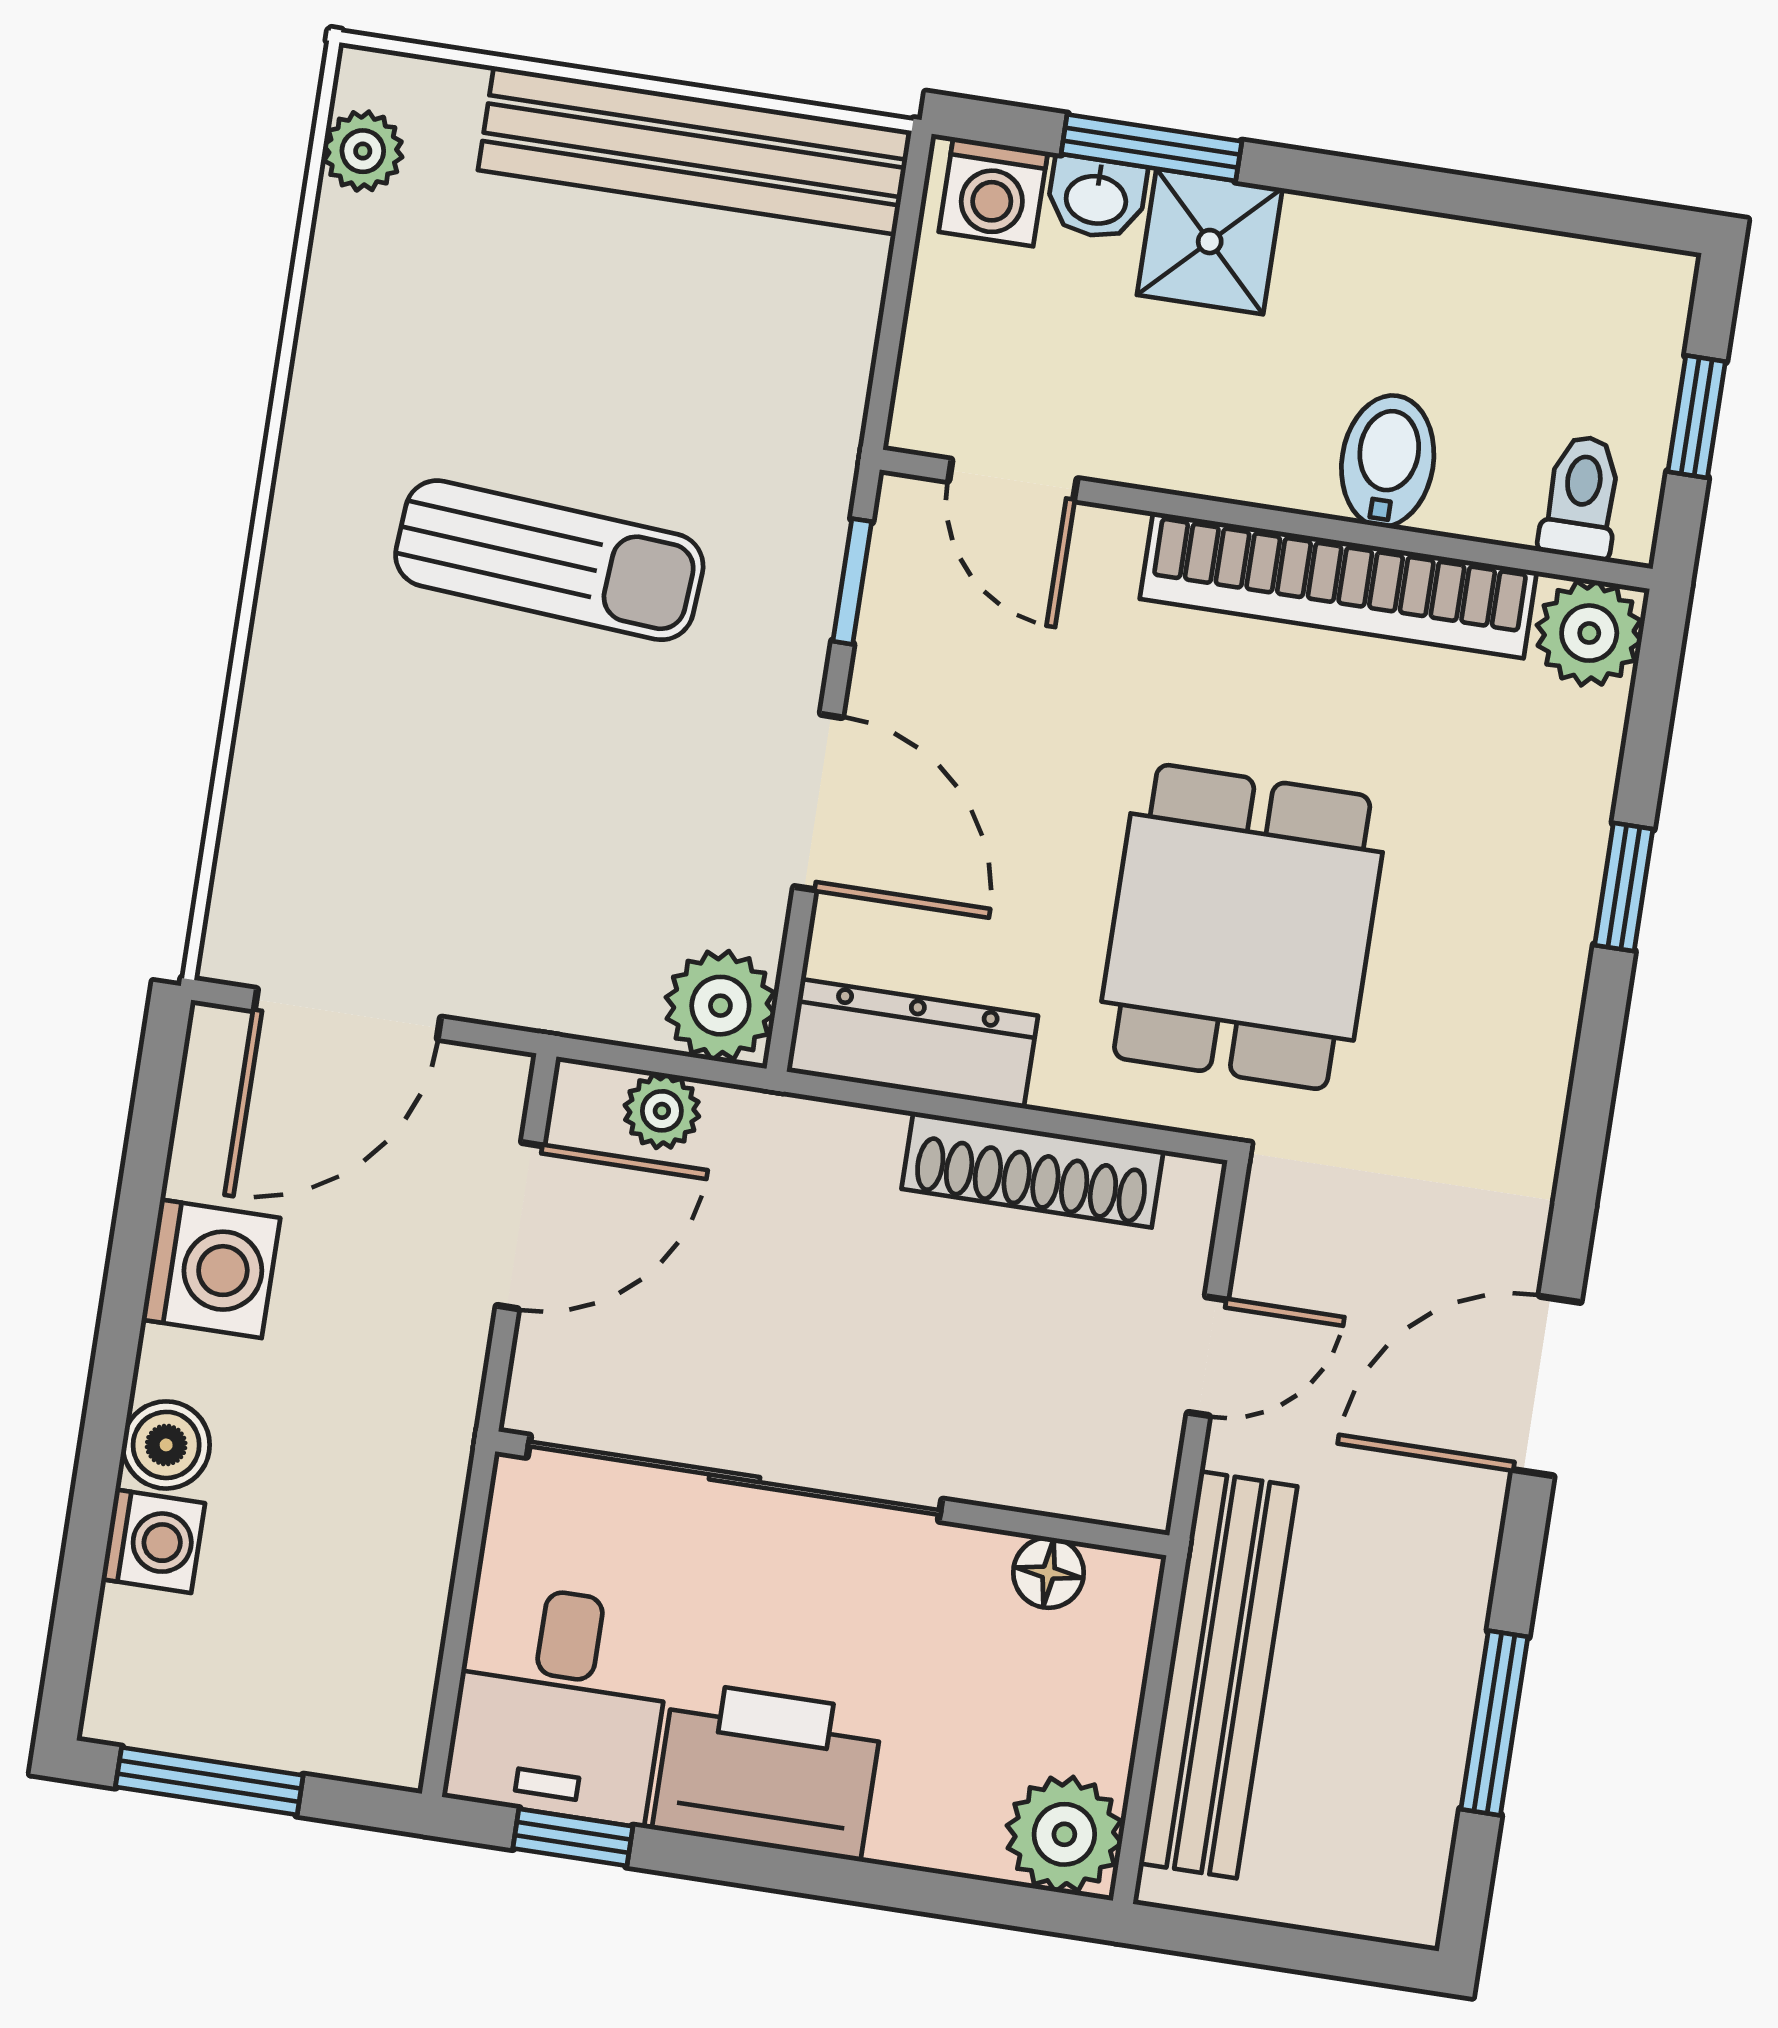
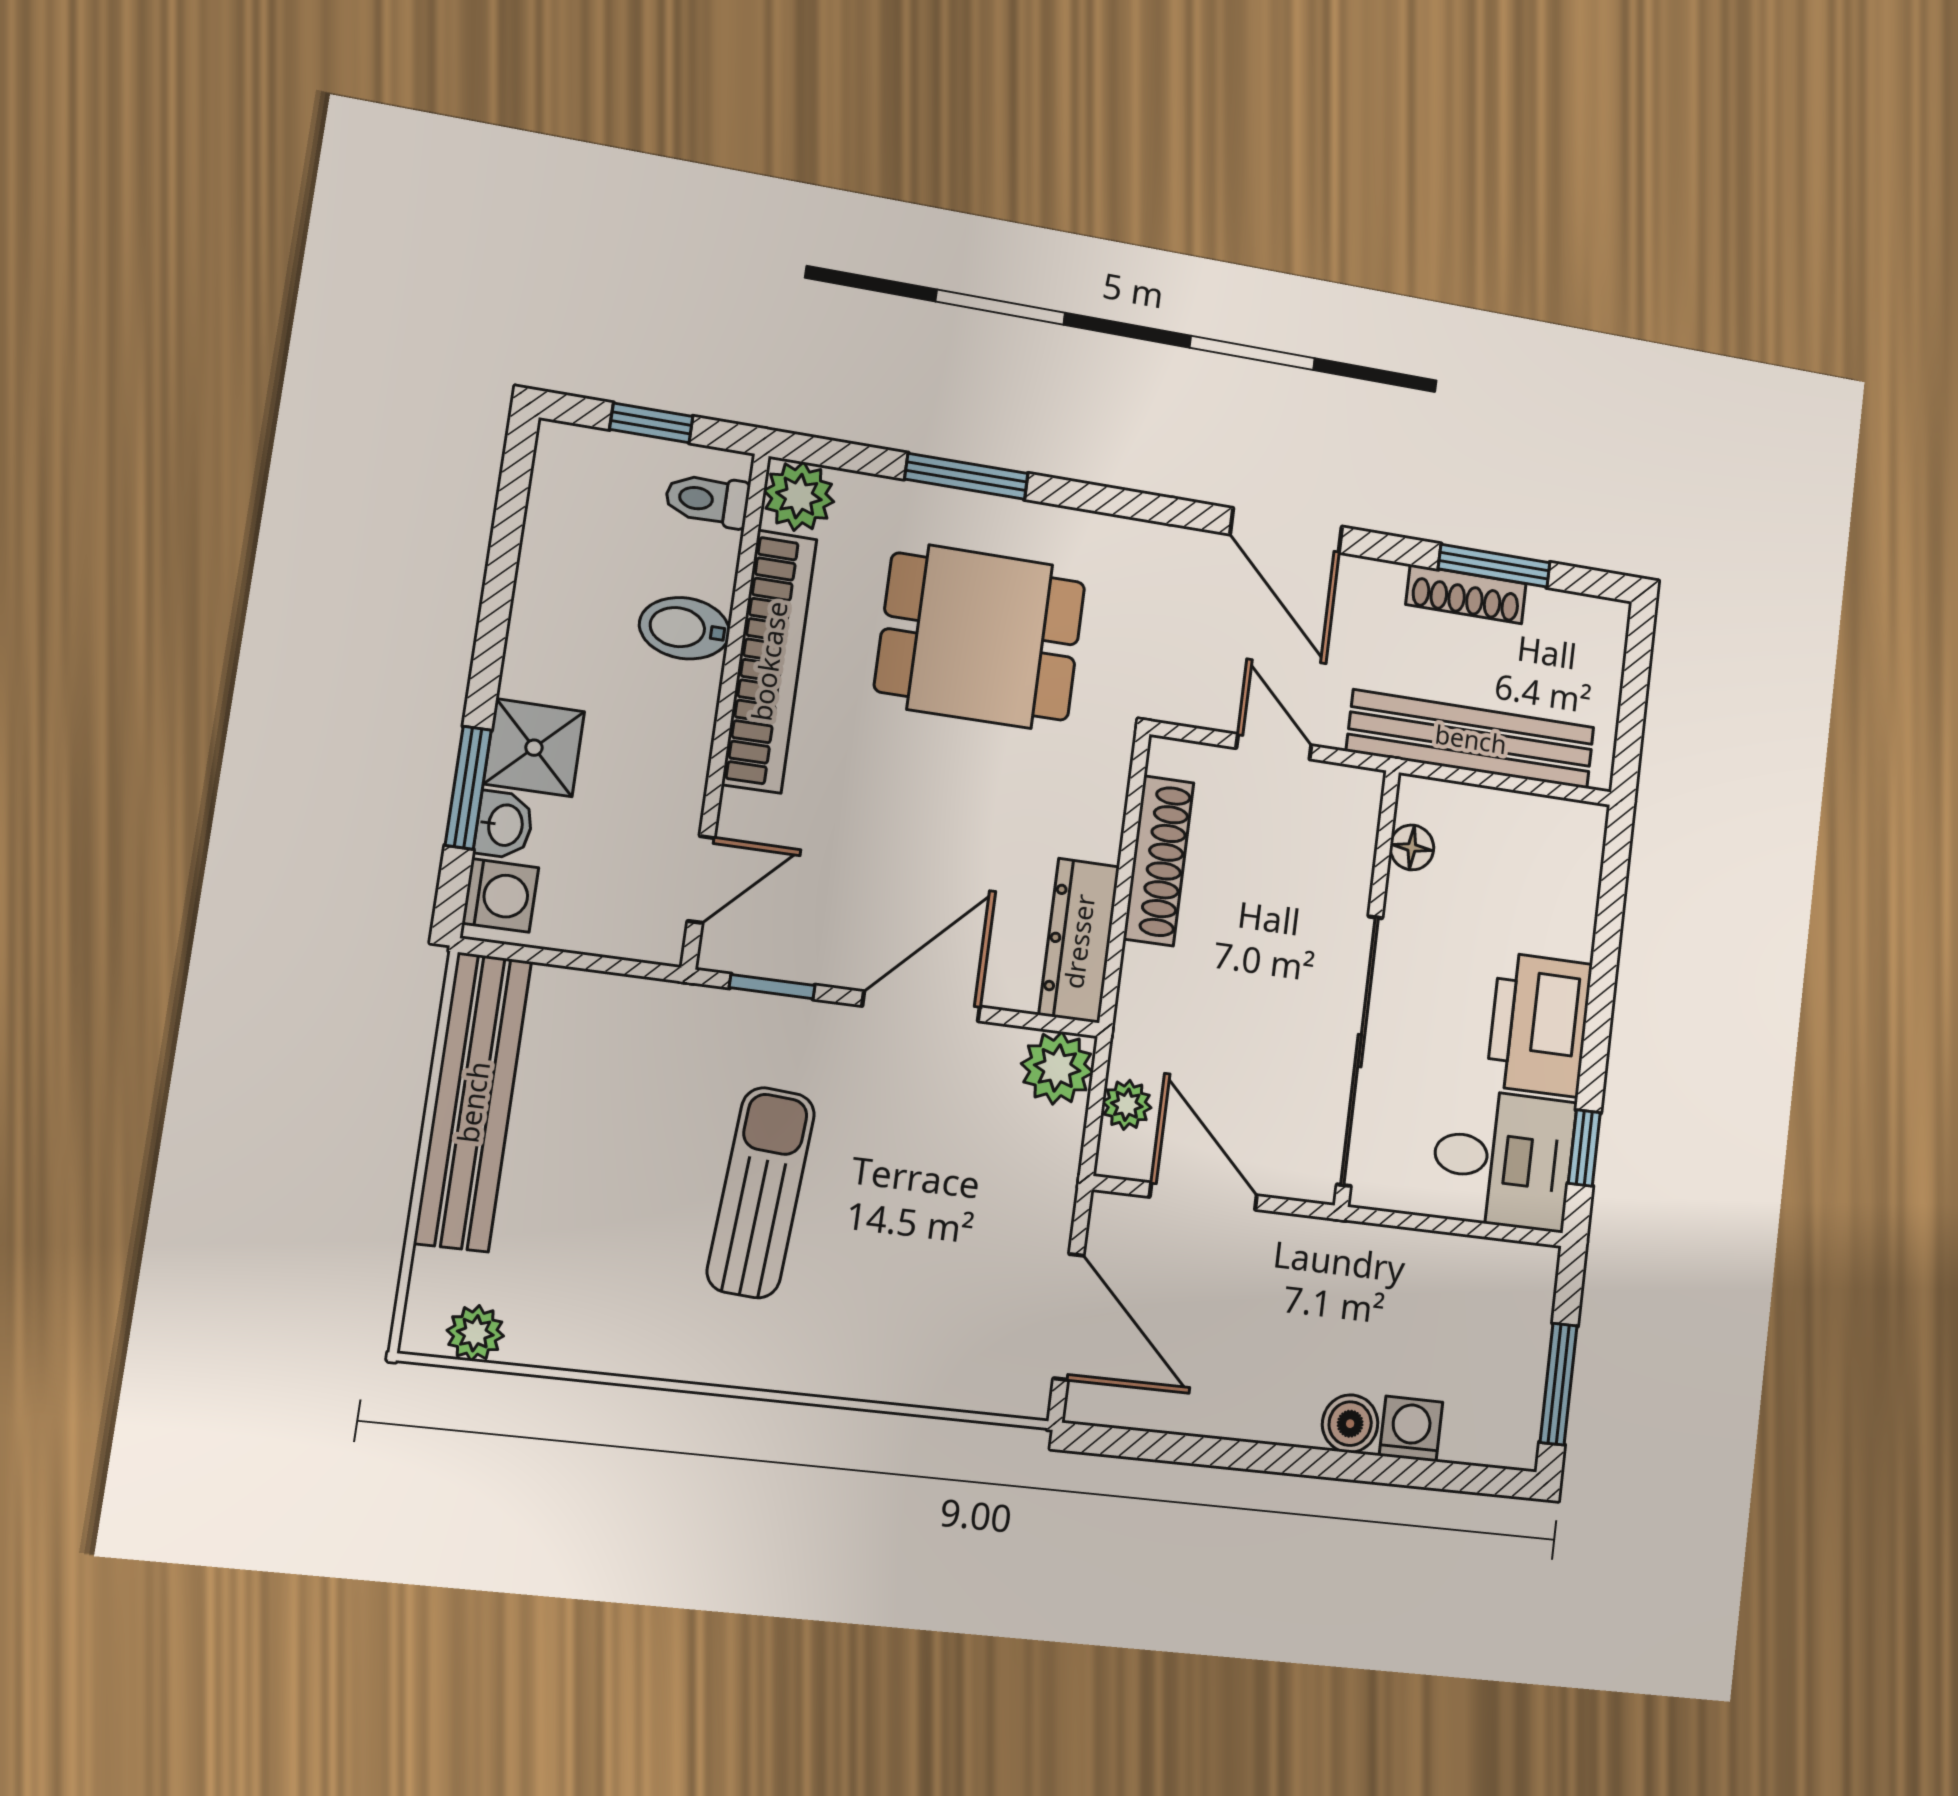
window: (1624, 887) -> (966, 476), width x1.50
dining table: (1242, 927) -> (980, 637), moved
washing machine: (211, 1269) -> (1237, 1400), removed
shoe rack: (1449, 1675) -> (1466, 594), added
plant: (1064, 1834) -> (1571, 836), removed

